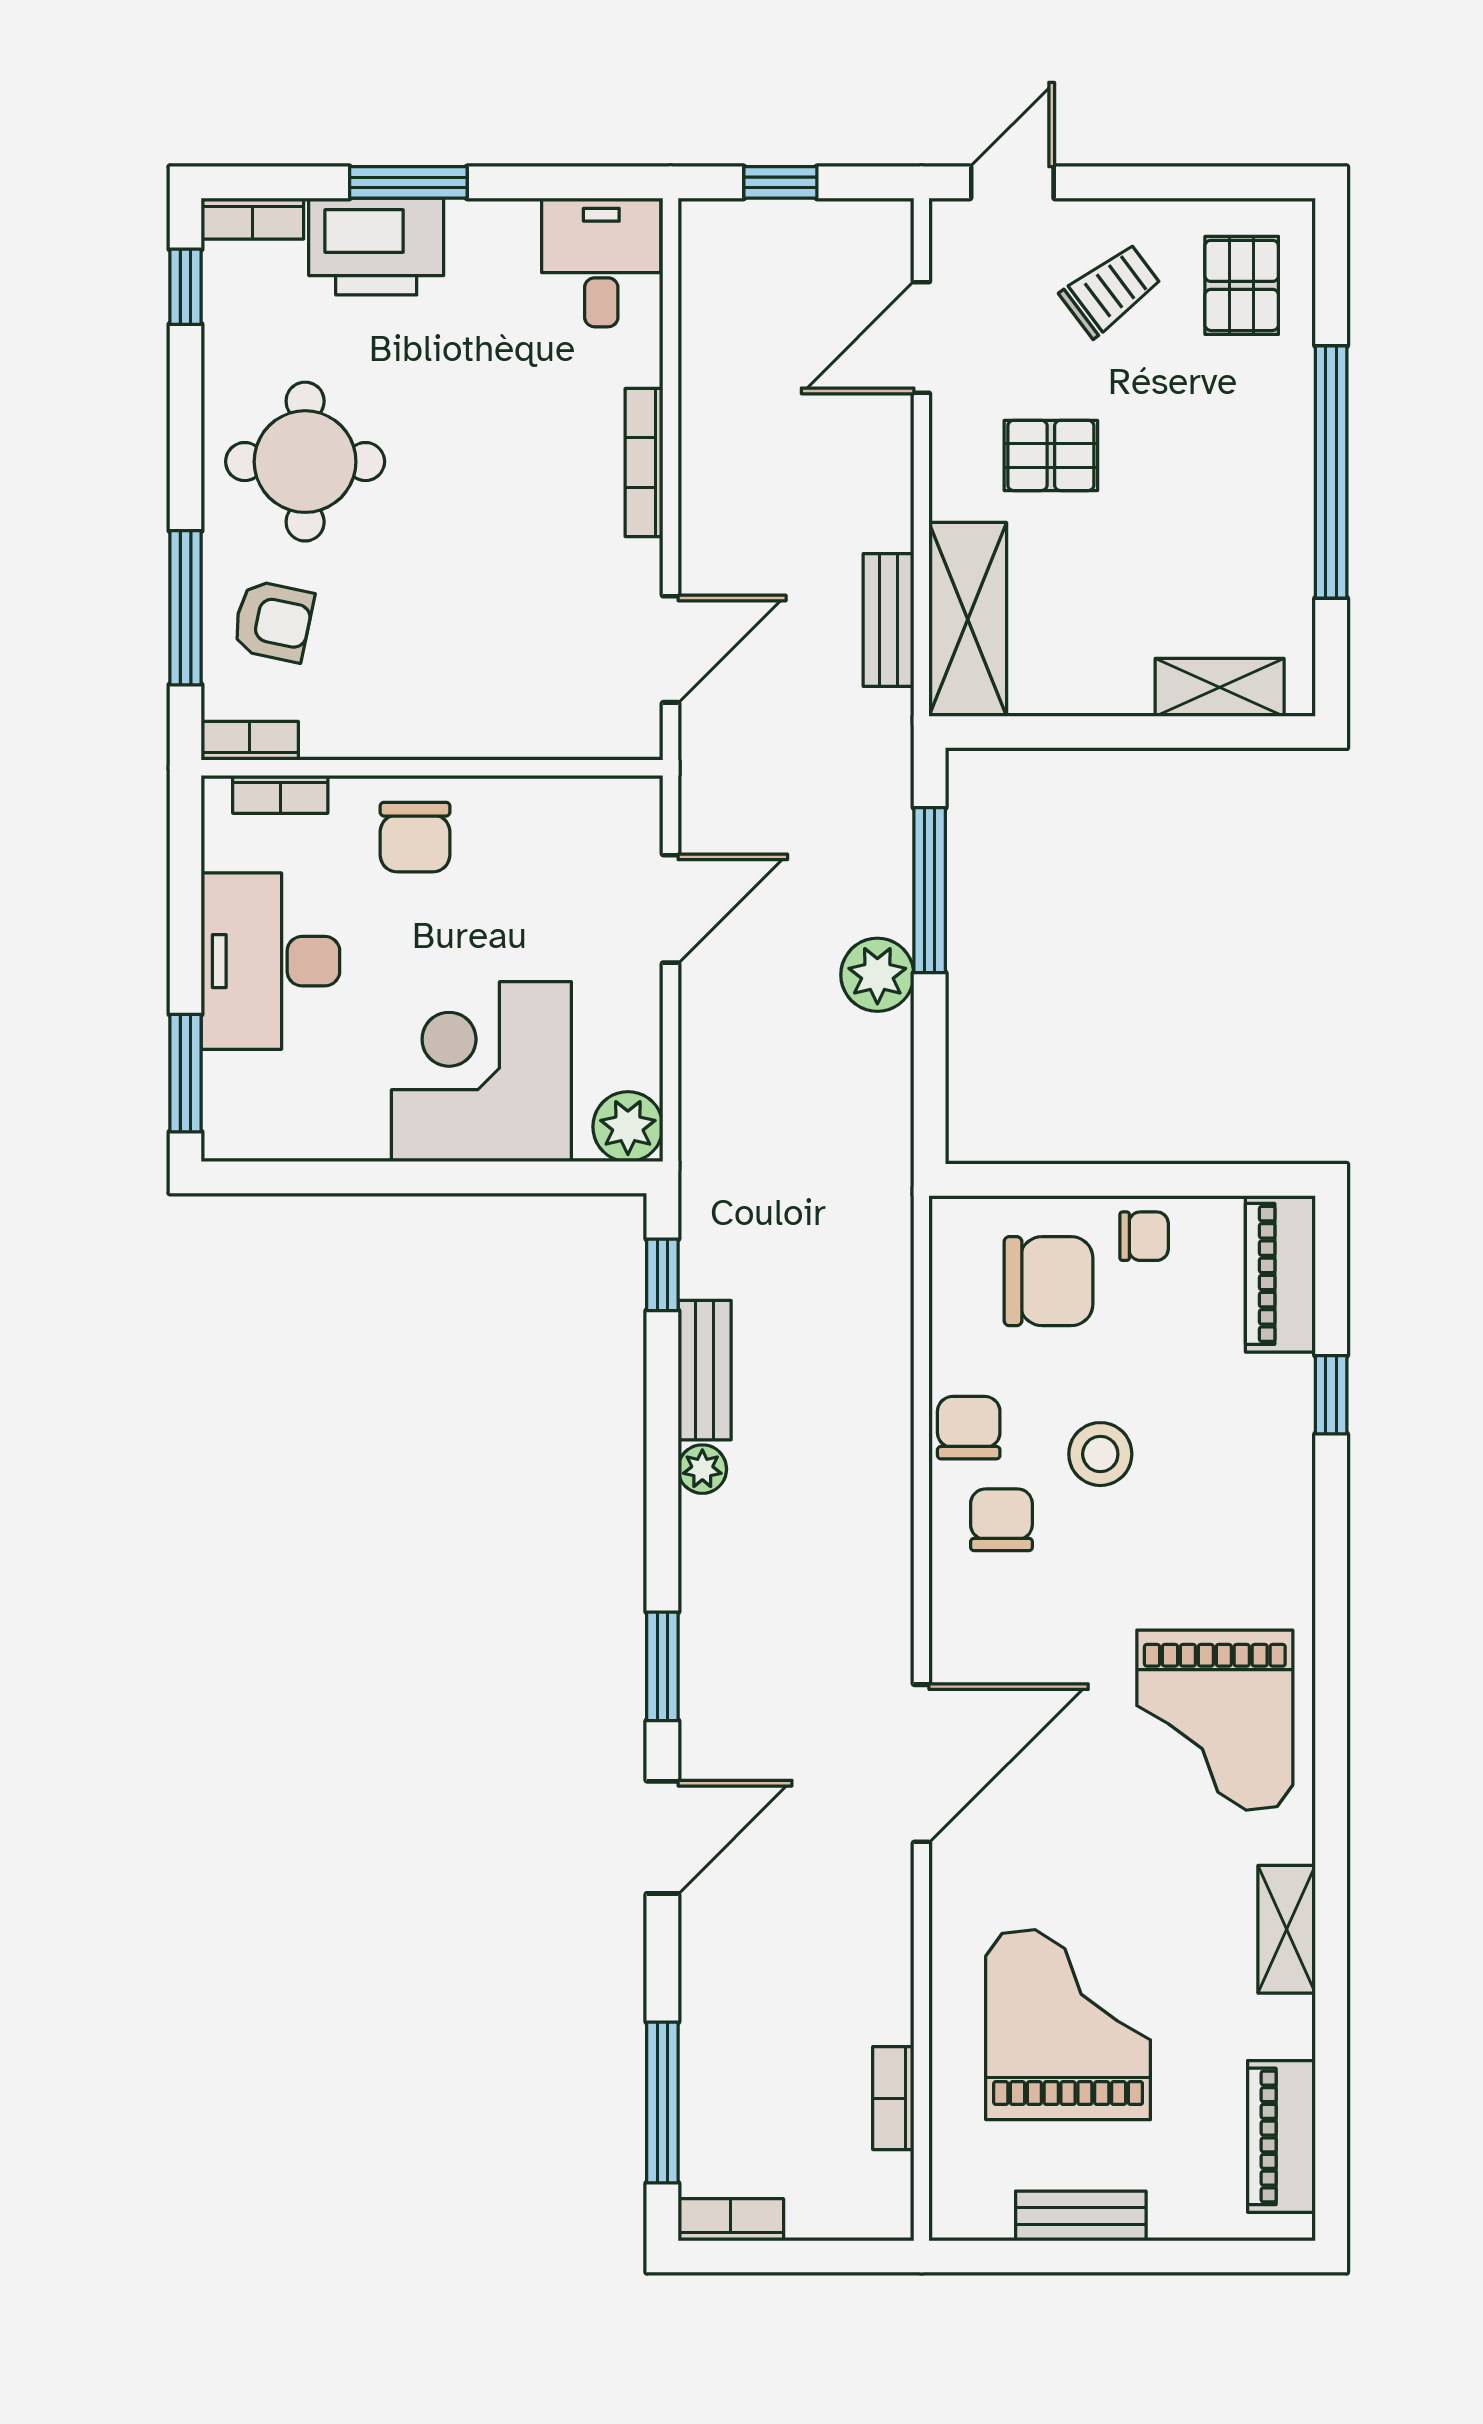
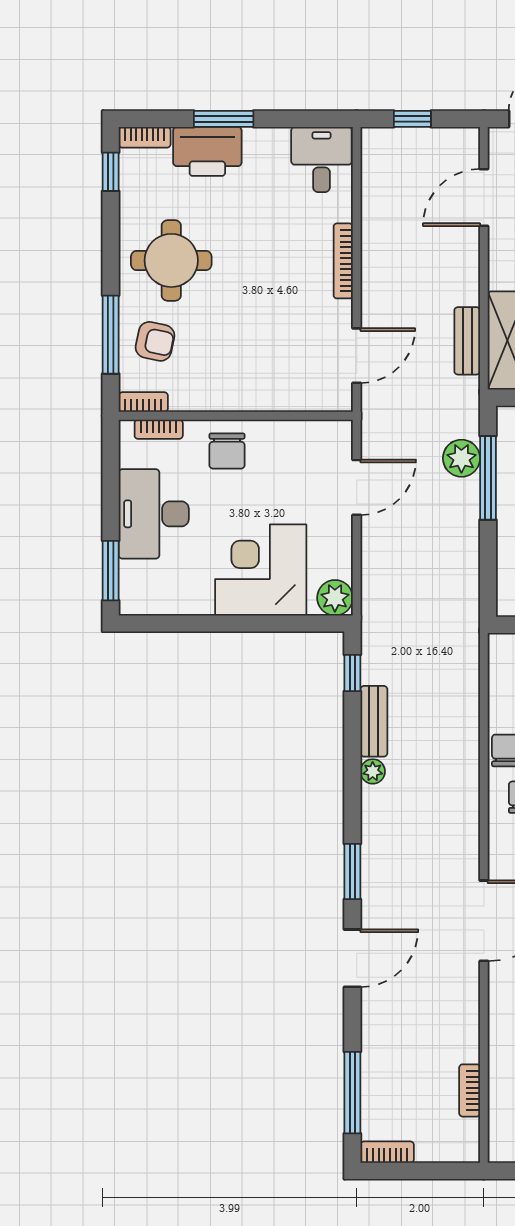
plant: (877, 975) -> (461, 458), moved

